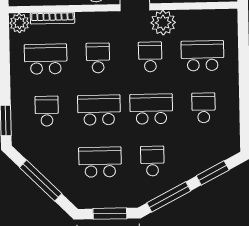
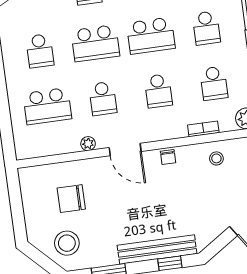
bookcase: (53, 18) -> (203, 129), width x0.64
plant: (163, 23) -> (88, 144), width x0.53, depth x0.53
school desk: (46, 59) -> (214, 83), width x0.54

